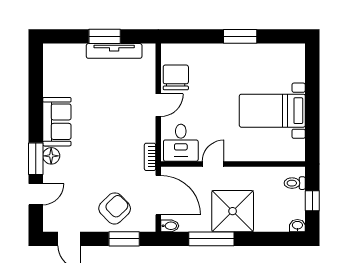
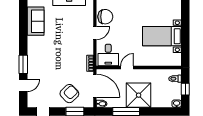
chair: (176, 77) -> (105, 17), turned 90
sofa: (57, 122) -> (36, 21), moved
floor lamp: (51, 156) -> (32, 63), removed

